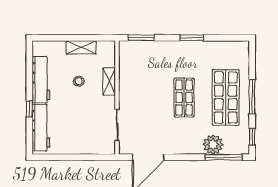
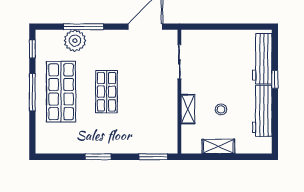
window: (224, 157) -> (84, 27), moved

